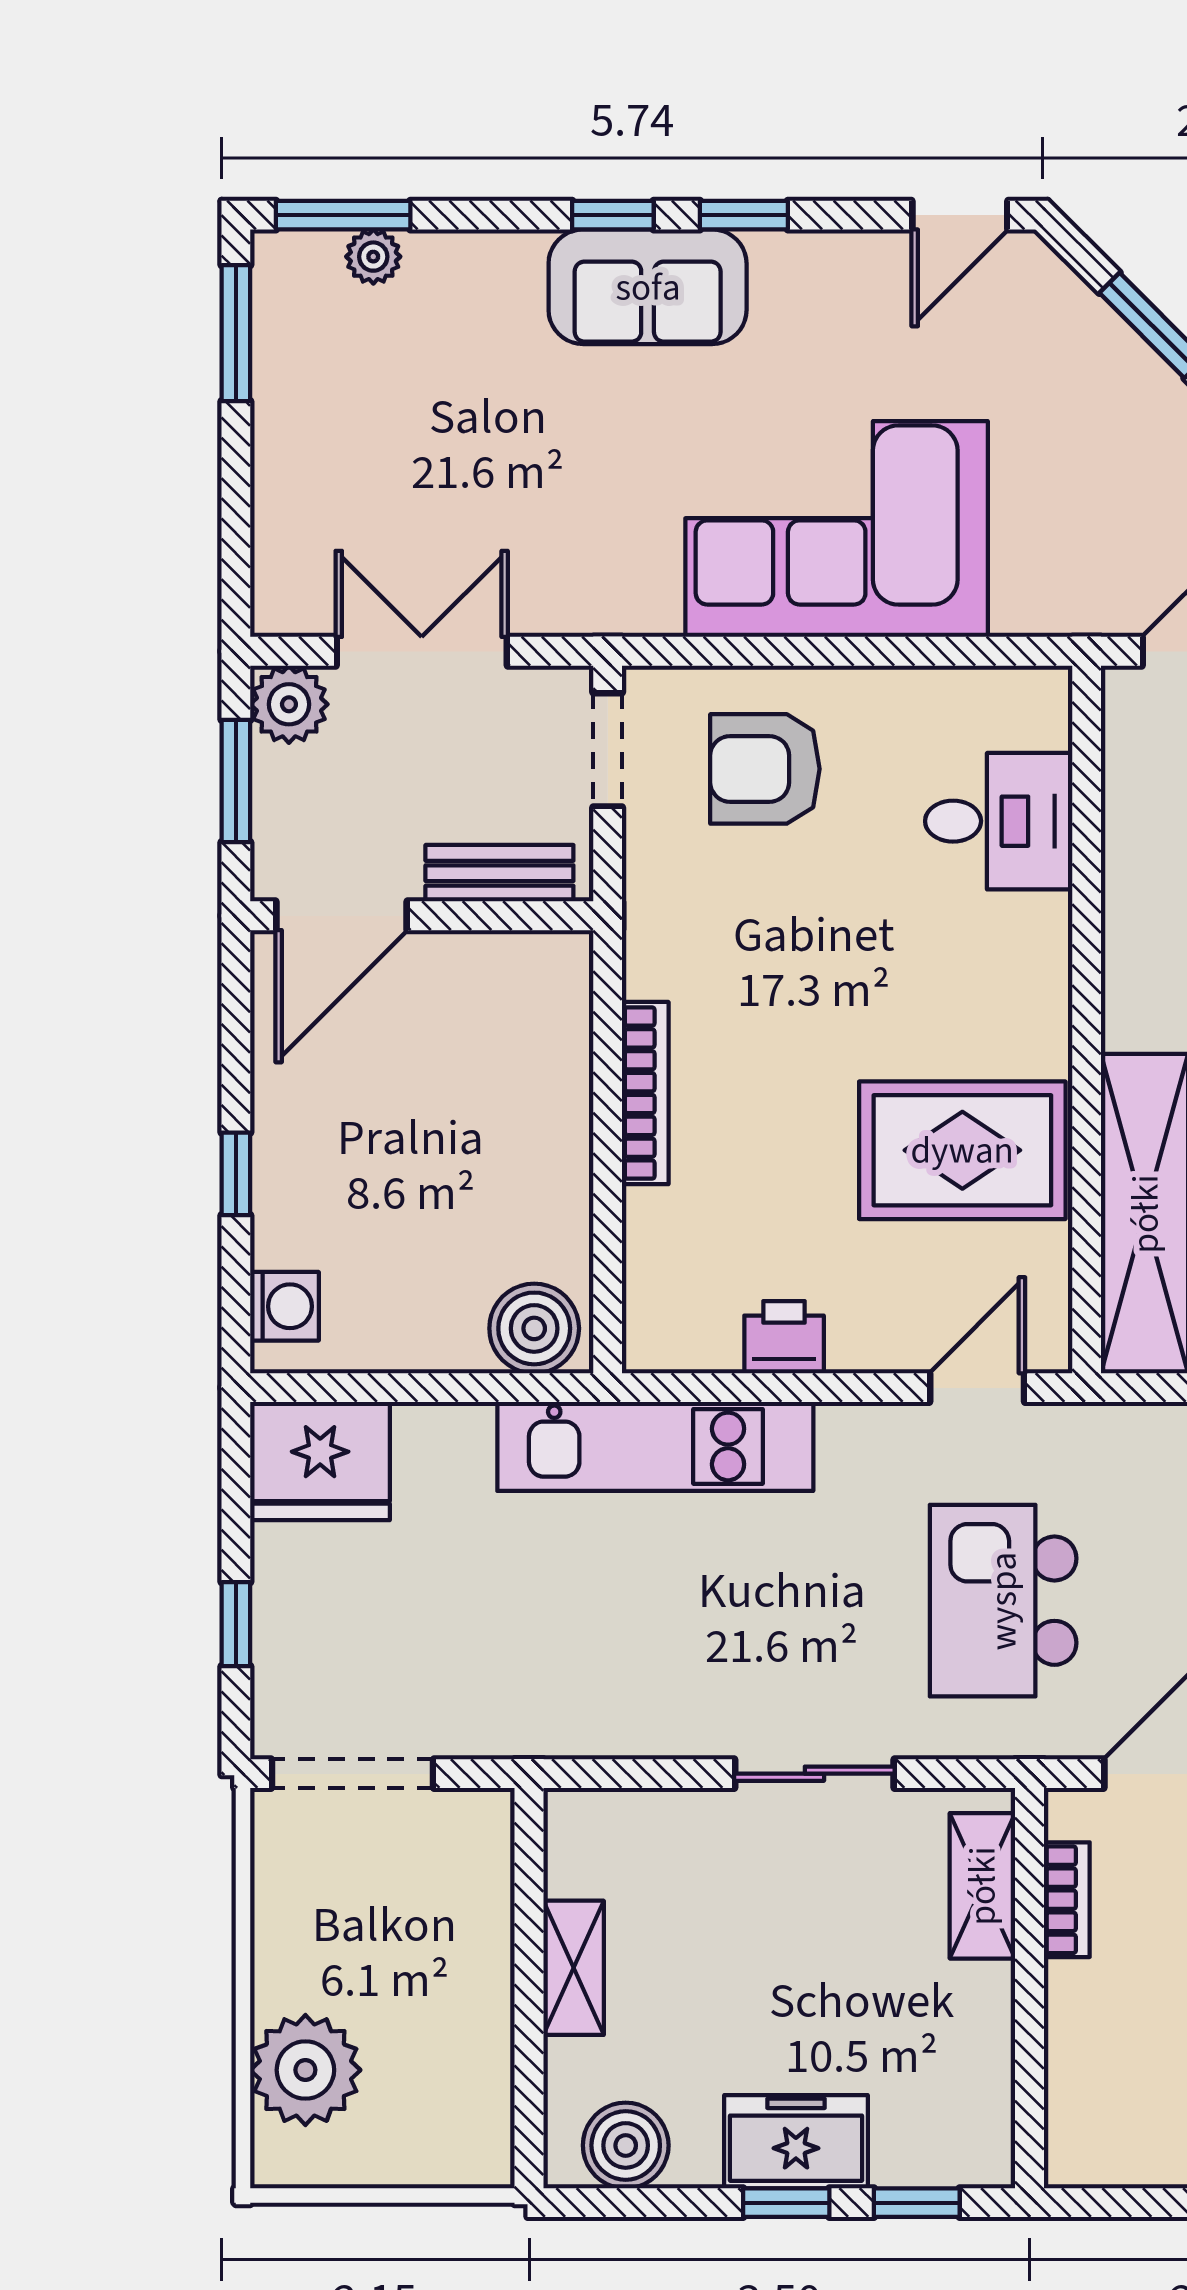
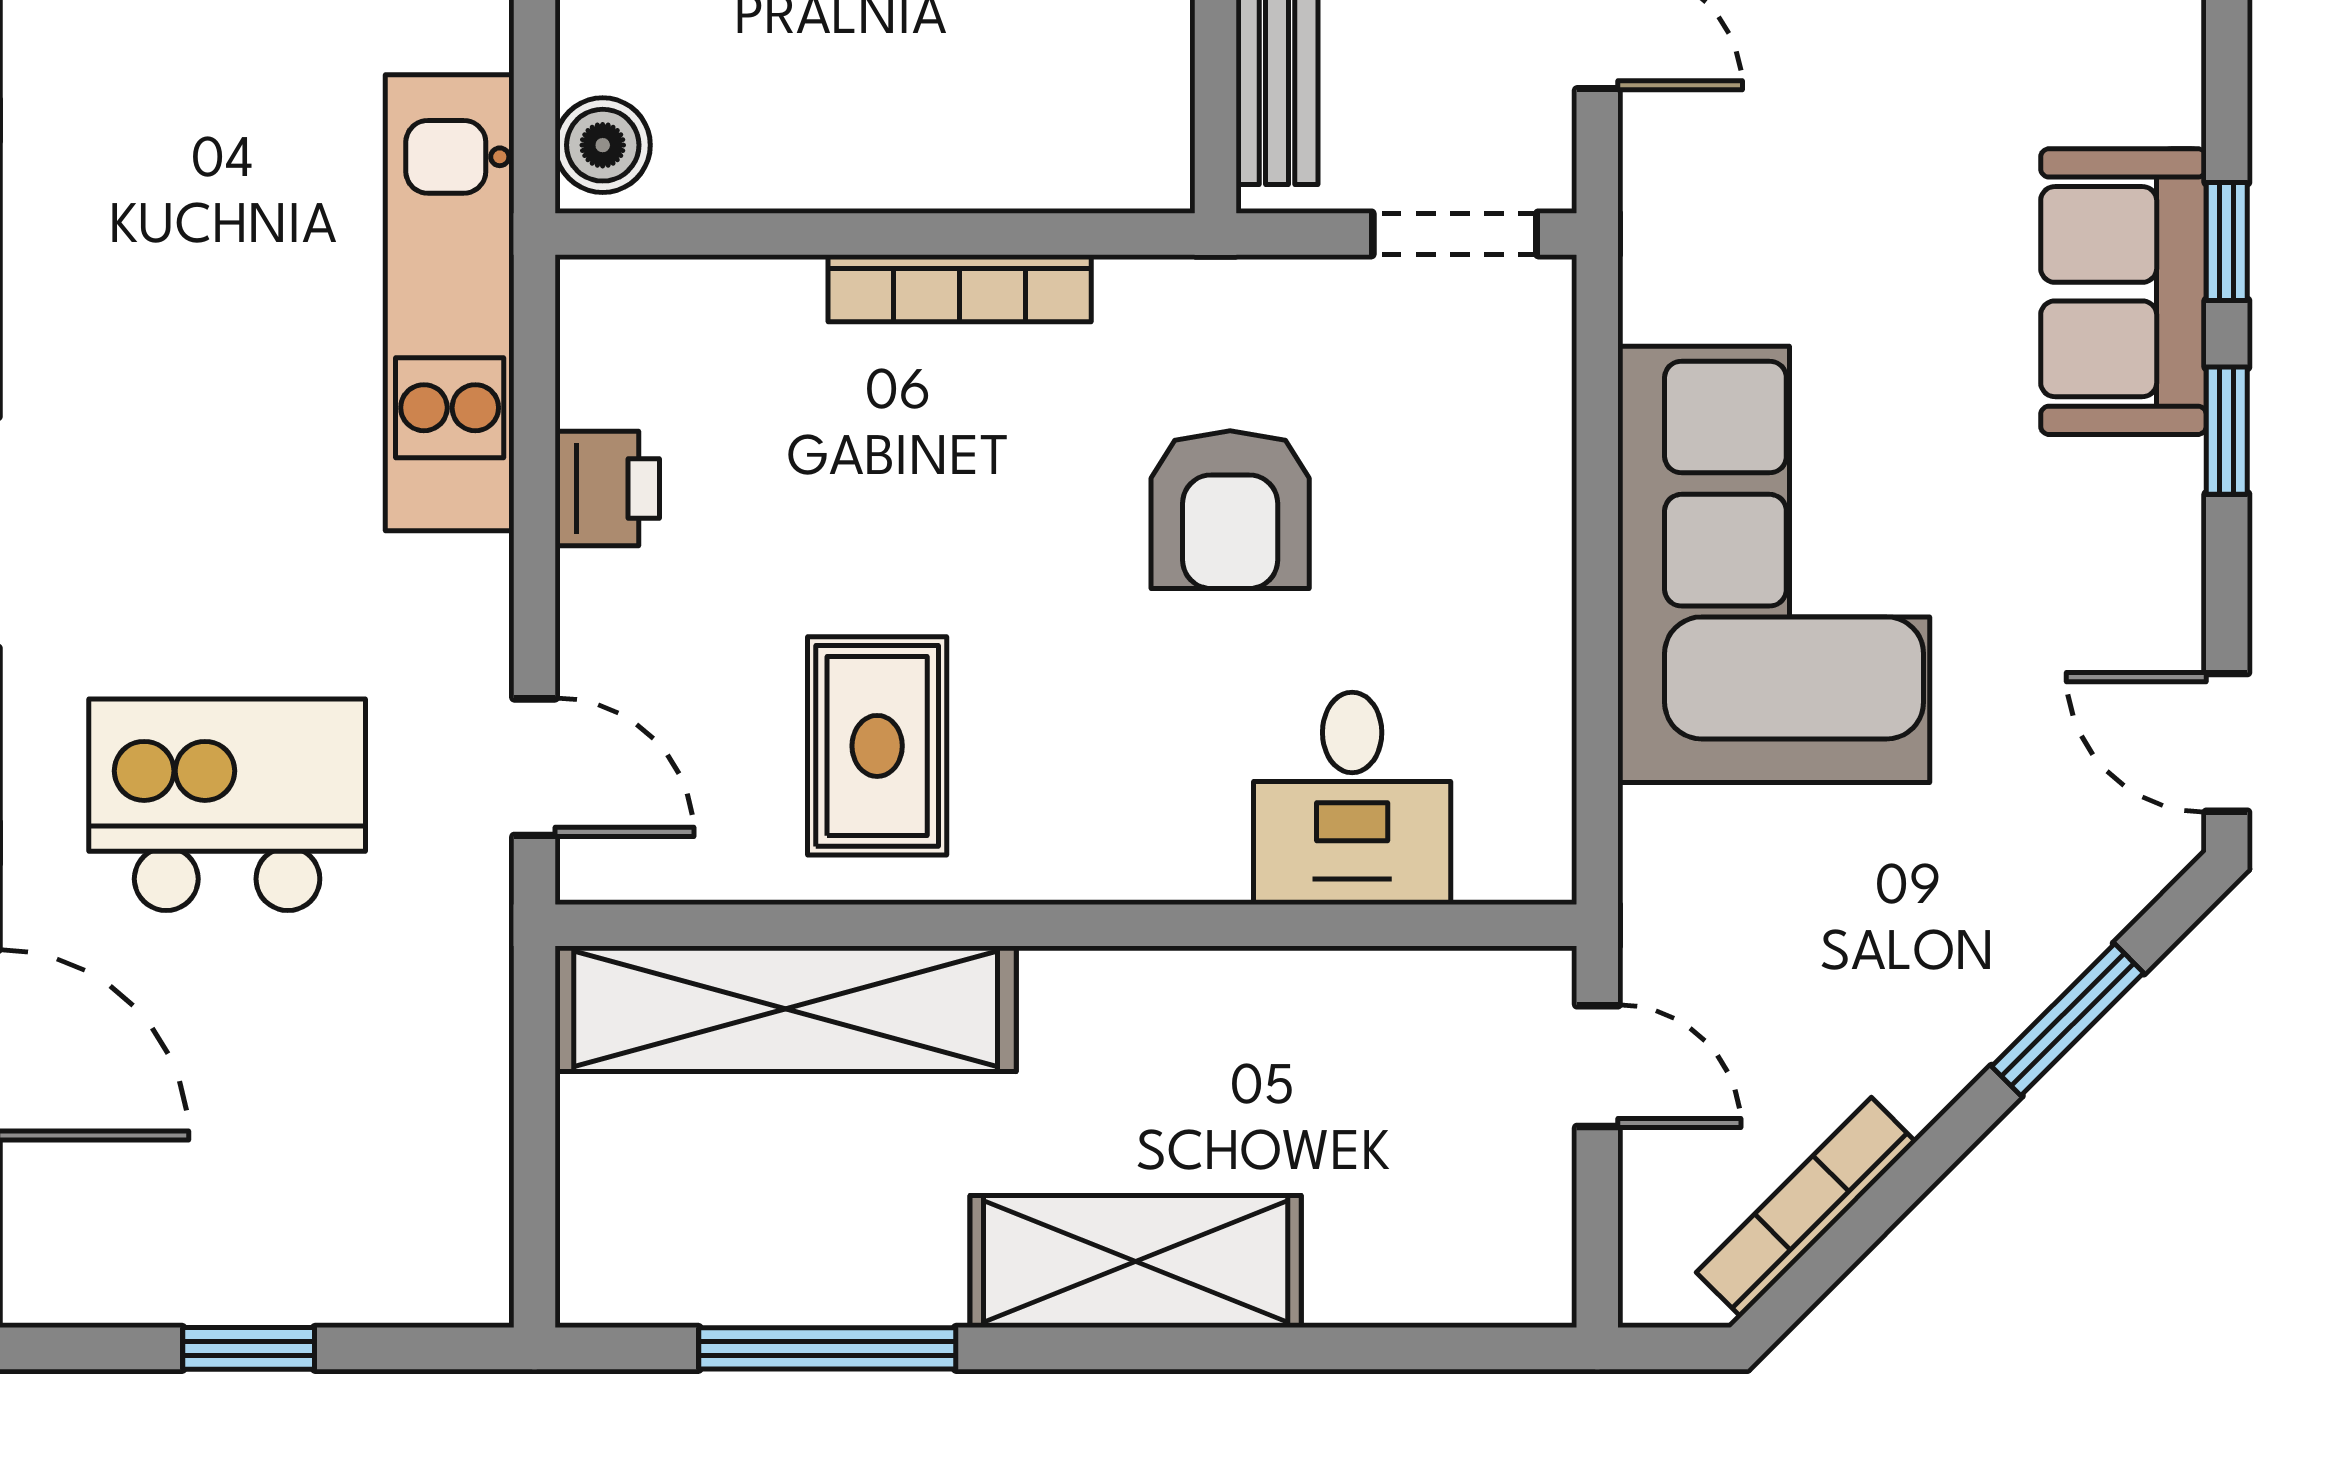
armchair: (765, 769) -> (1230, 510), moved, turned 180
rug: (962, 1150) -> (877, 746), width x0.73, depth x0.70
boiler: (534, 1328) -> (603, 145), width x0.73, depth x0.73

